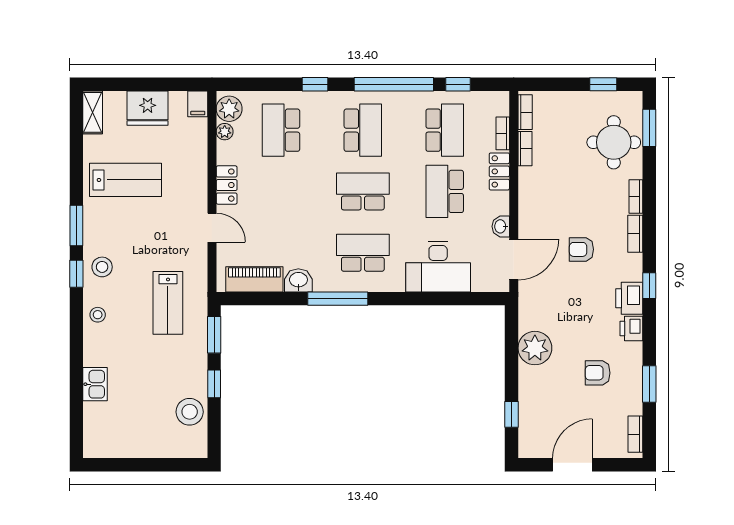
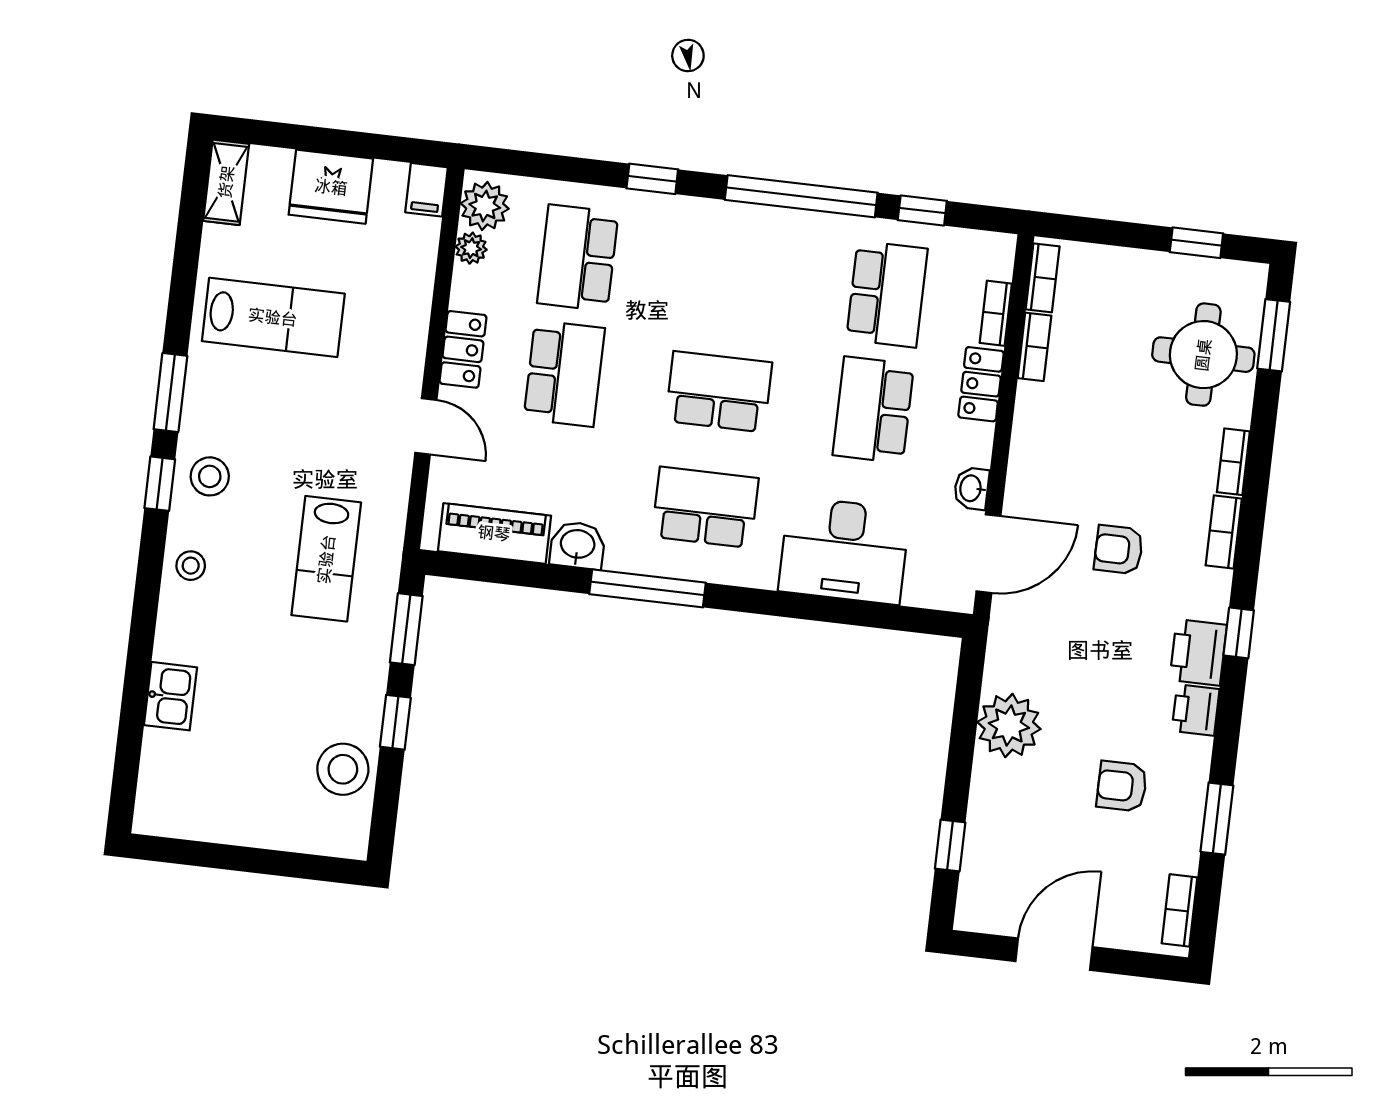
school desk: (363, 130) -> (564, 374), moved

